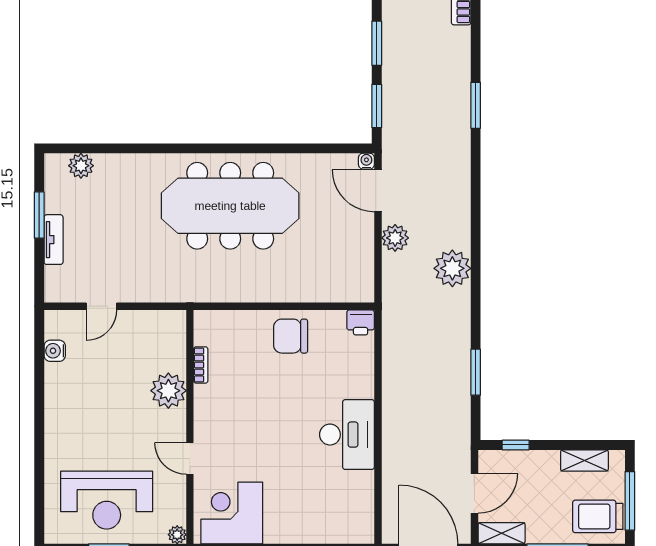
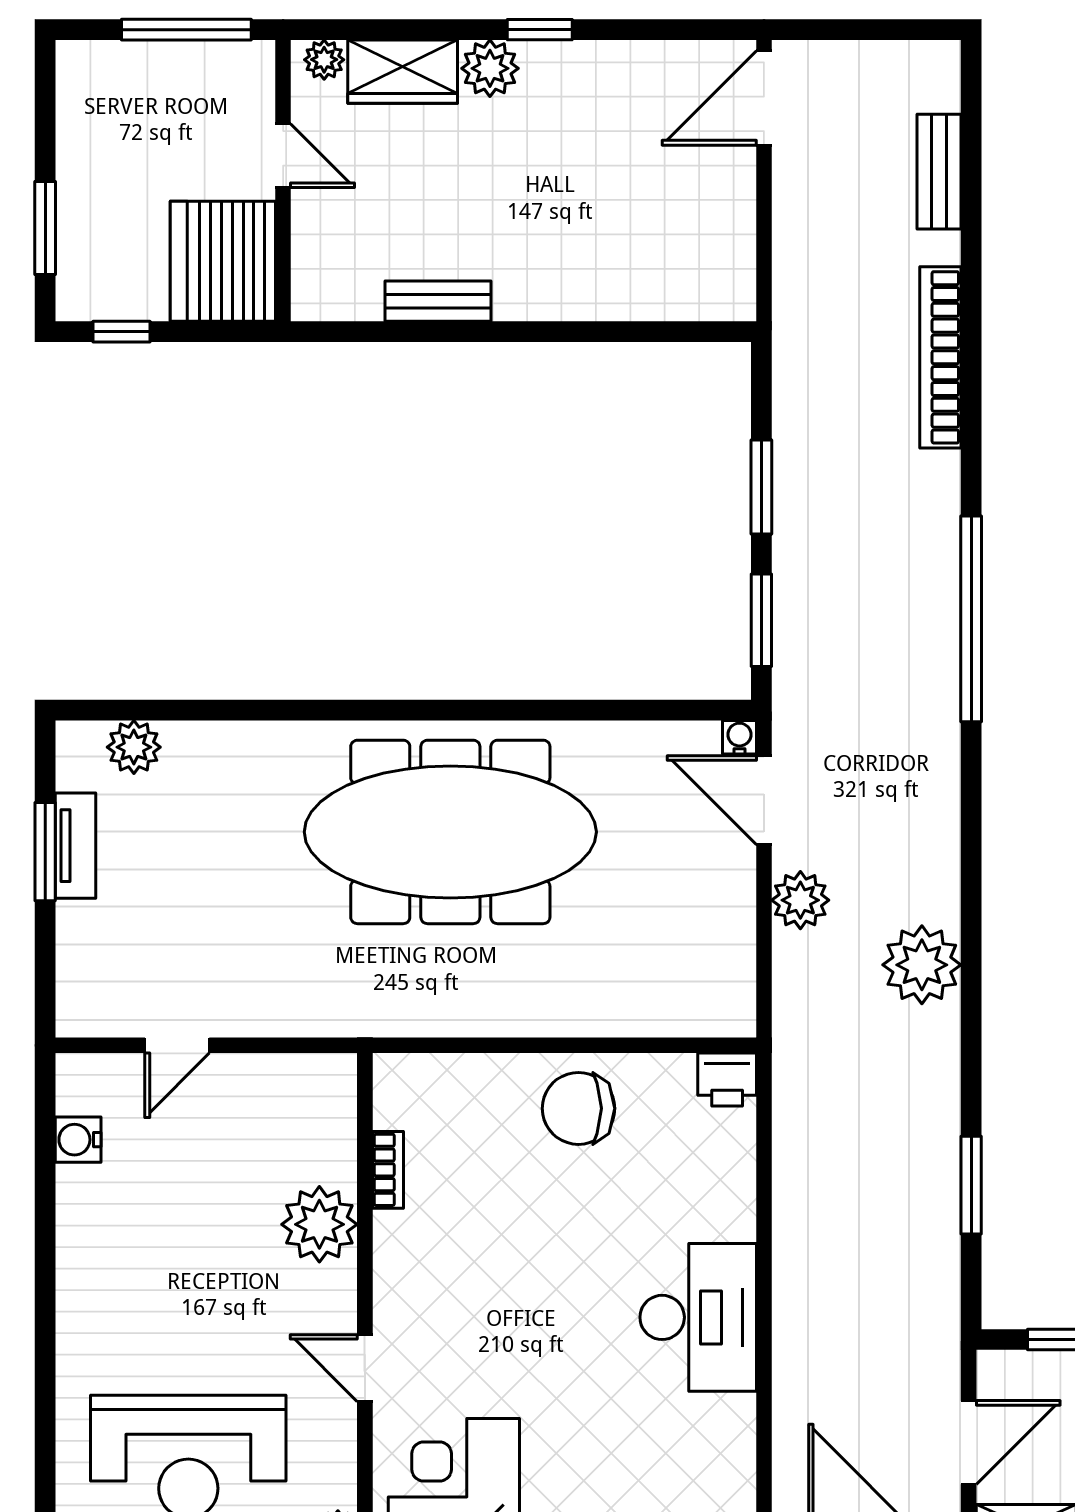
window: (476, 105) -> (971, 619), width x2.11
tv unit: (54, 240) -> (76, 846), moved

